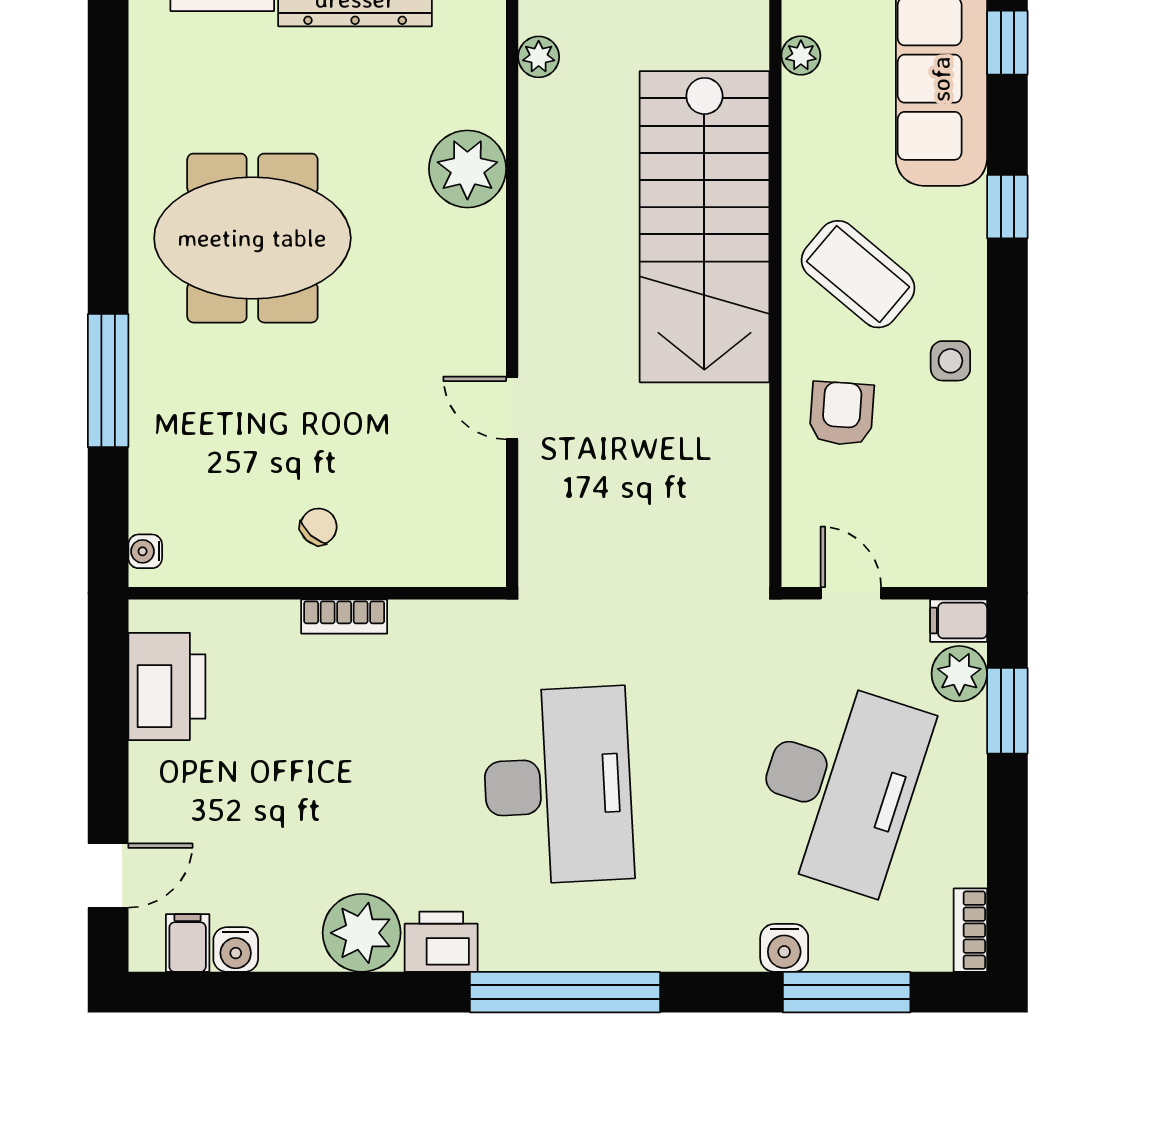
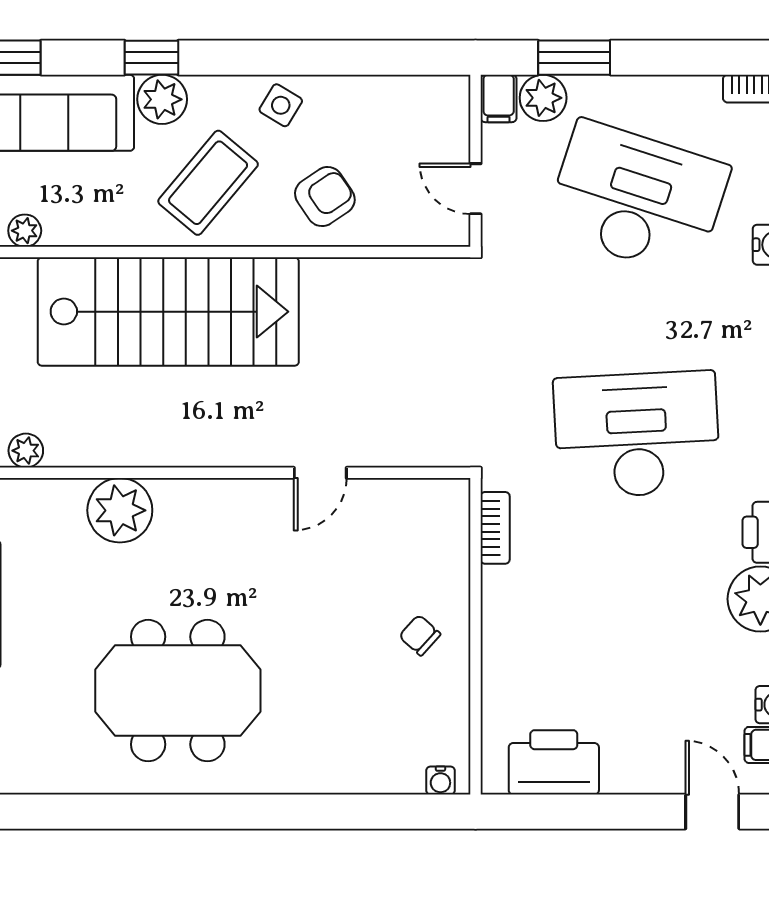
plant: (958, 219) -> (162, 99), added
meeting table: (252, 238) -> (178, 691), turned 90
side table: (950, 361) -> (281, 105), turned 31
window: (108, 381) -> (297, 812), removed
armchair: (842, 413) -> (325, 197), turned 142
door: (851, 593) -> (476, 189), hinge flipped
bookcase: (344, 616) -> (495, 528), moved

